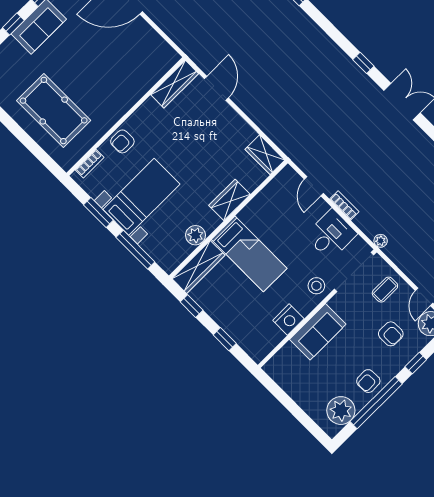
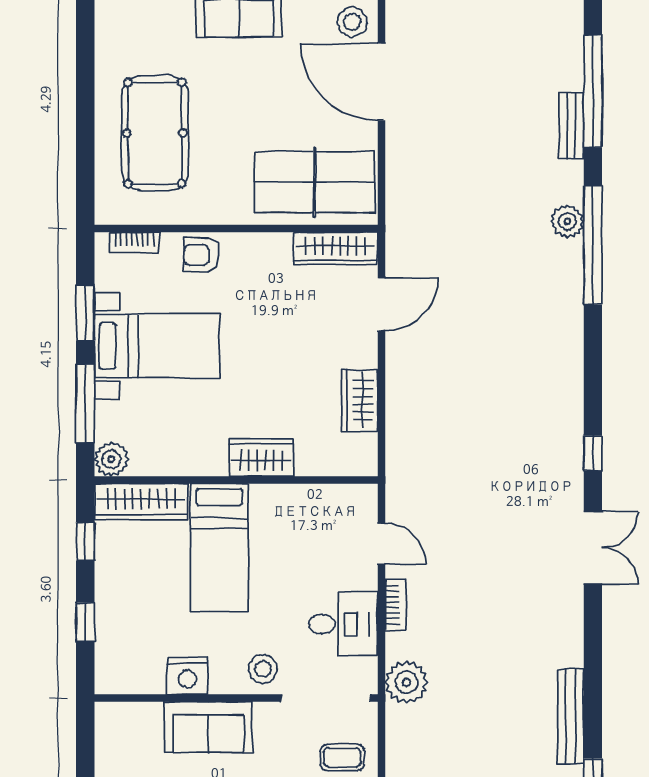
table tennis table: (139, 65) -> (315, 182), added
wardrobe: (265, 155) -> (360, 400), moved
door: (314, 186) -> (381, 544), swing flipped
plant: (195, 235) -> (111, 459), moved
plant: (381, 241) -> (406, 682), width x1.88, depth x1.88

